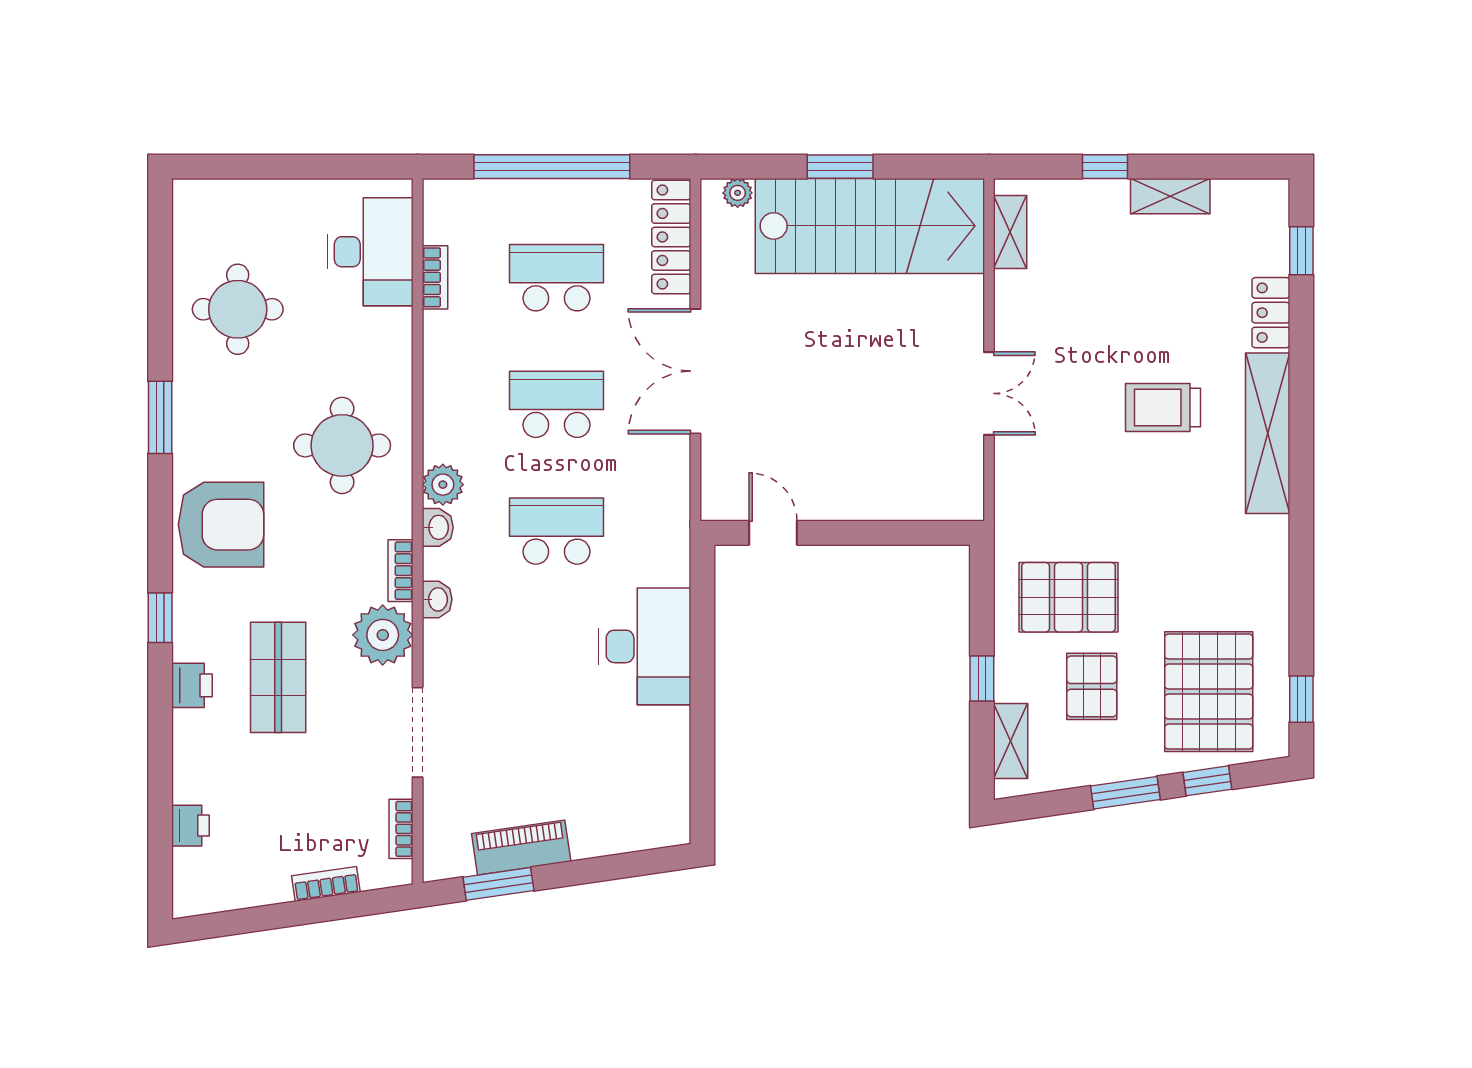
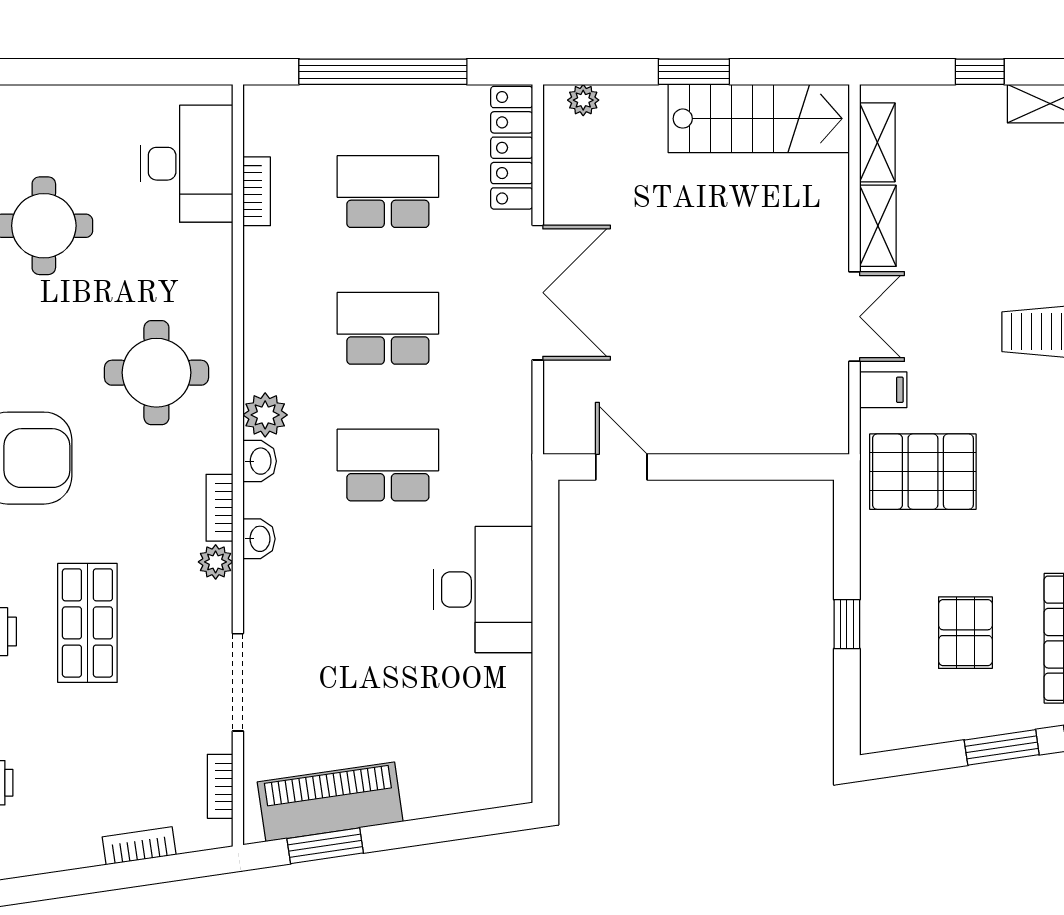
stairs: (870, 226) -> (759, 119), width x0.73, depth x0.66
double door: (695, 371) -> (538, 293), swing flipped
filing cabinet: (1016, 461) -> (883, 390), added
pallet: (1068, 597) -> (923, 472), moved
plant: (383, 635) -> (216, 562), width x0.53, depth x0.53
shelving: (1011, 741) -> (878, 226), moved
piano: (521, 847) -> (330, 802), width x1.37, depth x1.33

